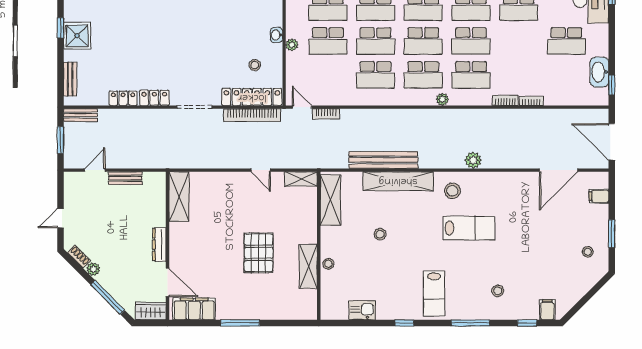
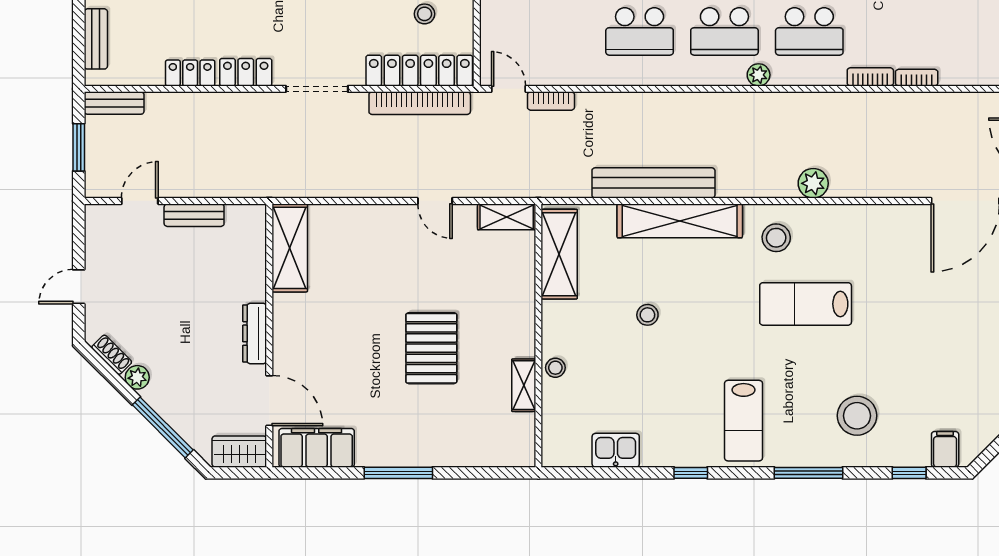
lab bench: (469, 228) -> (806, 304), turned 180
shelving: (308, 266) -> (524, 385), width x0.67, depth x0.75
stool: (498, 291) -> (857, 416), width x1.89, depth x1.89

